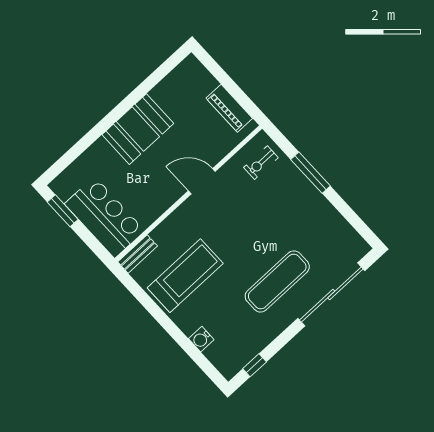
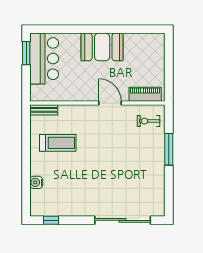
piano: (229, 108) -> (145, 94), moved, turned 90
bar counter: (105, 217) -> (44, 59), moved
treadmill: (185, 276) -> (58, 143), width x0.73, depth x0.73
exercise mat: (277, 281) -> (101, 189), removed

